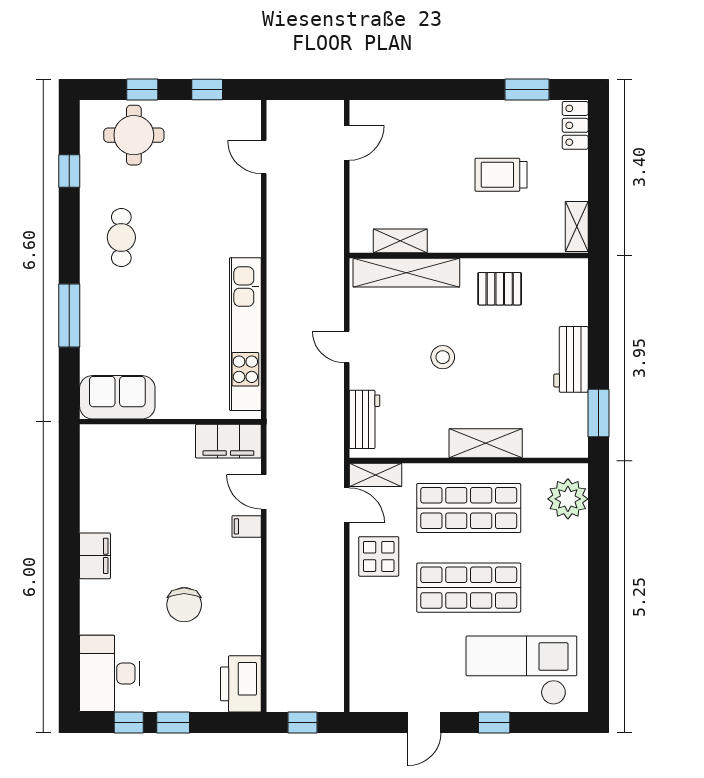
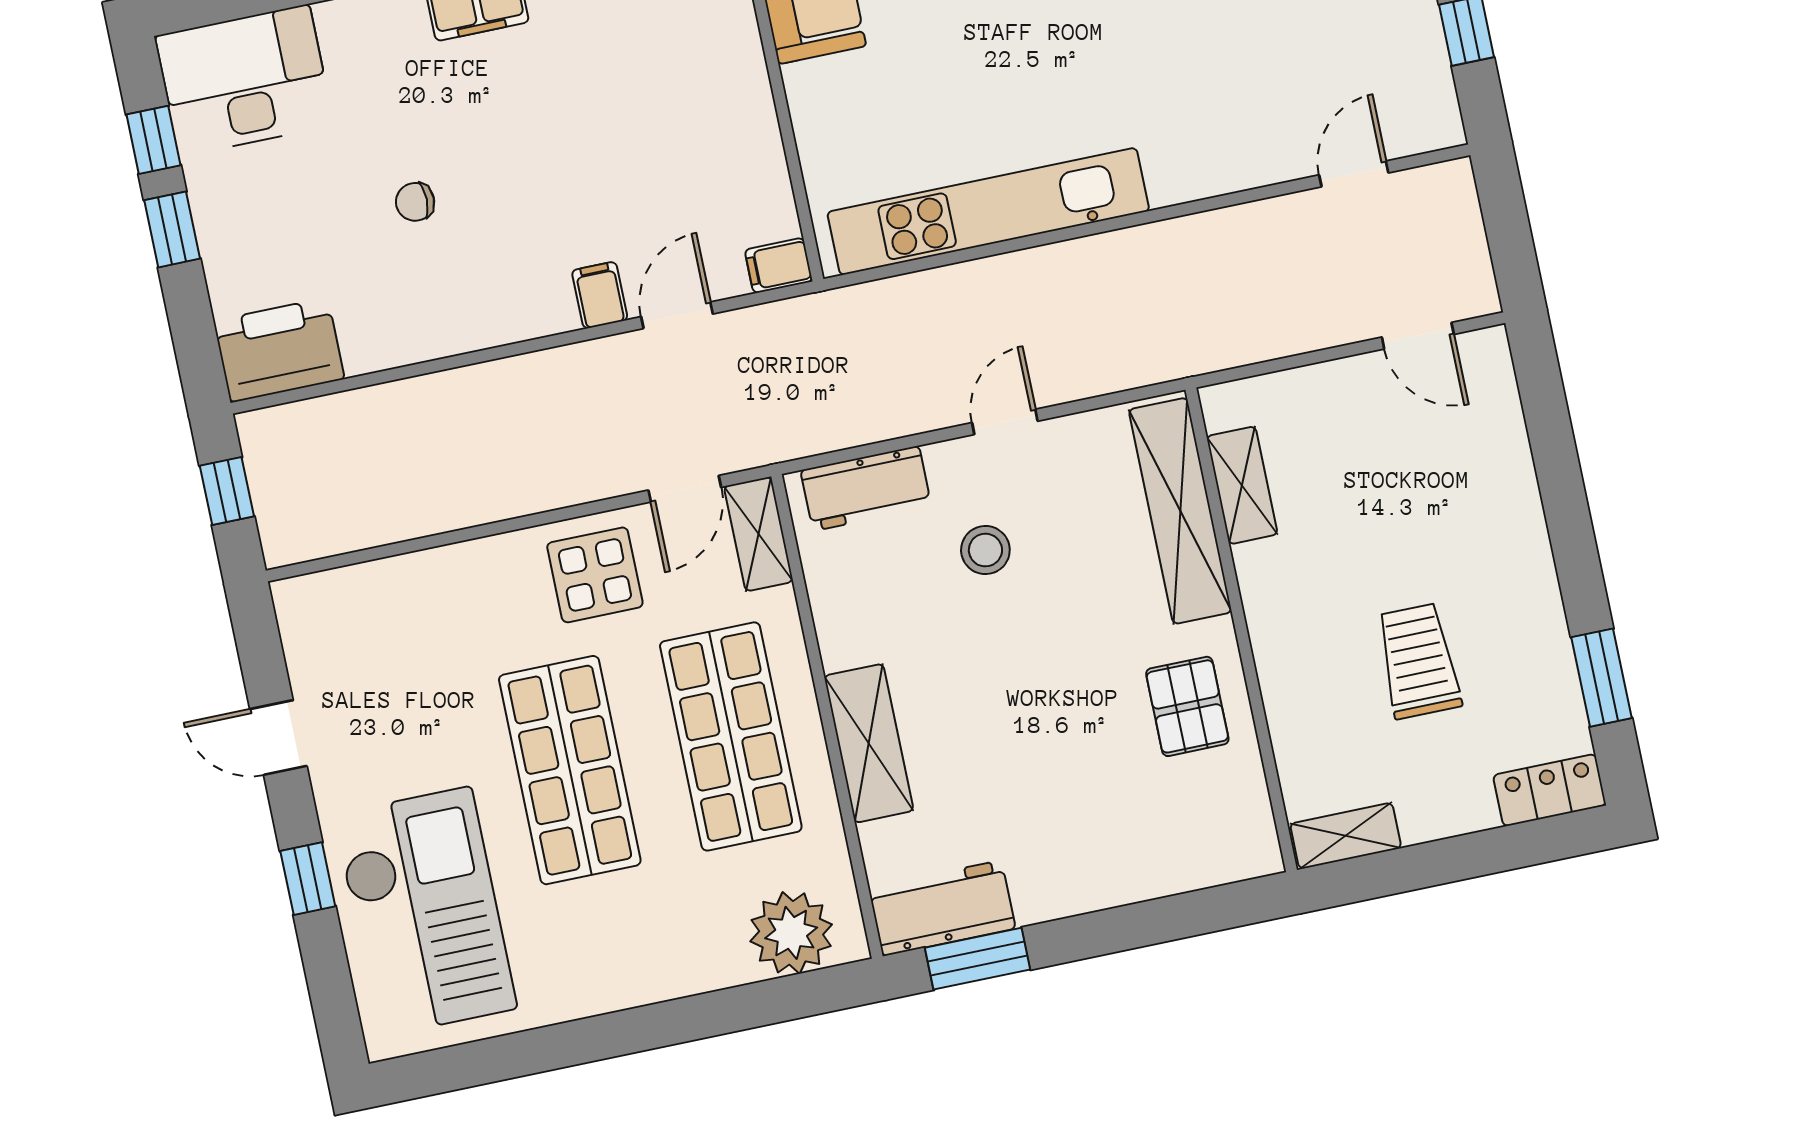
stool: (443, 357) -> (985, 550), moved
workbench: (571, 359) -> (942, 908), moved
filing cabinet: (228, 441) -> (779, 266), width x0.33, depth x0.86
chair: (184, 605) -> (415, 202), width x0.54, depth x0.54

